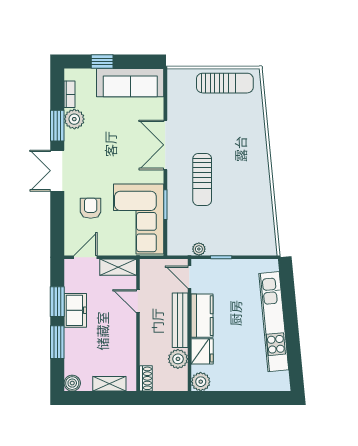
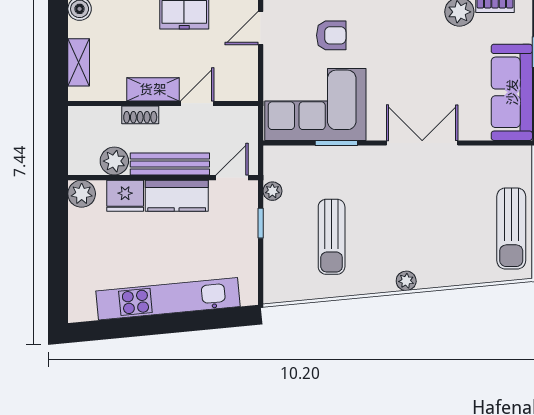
plant: (261, 156) -> (406, 281), added
sun lounger: (202, 179) -> (332, 237), moved, turned -90
door: (86, 257) -> (261, 28), swing flipped
shelving: (118, 267) -> (153, 89), moved, turned 90
shoe rack: (146, 378) -> (140, 115), moved

